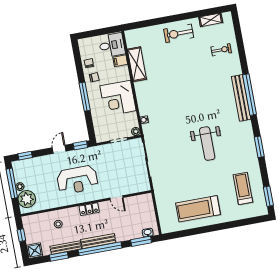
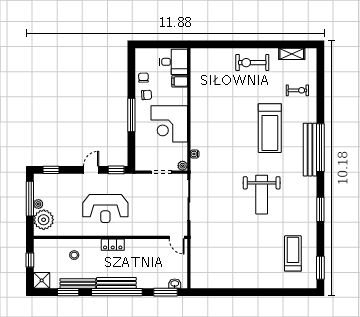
shelving: (137, 64) -> (198, 89), removed
door: (116, 198) -> (177, 237), moved
treadmill: (198, 209) -> (270, 128), moved, turned -90

